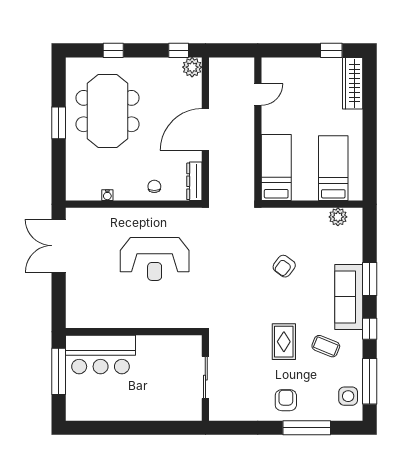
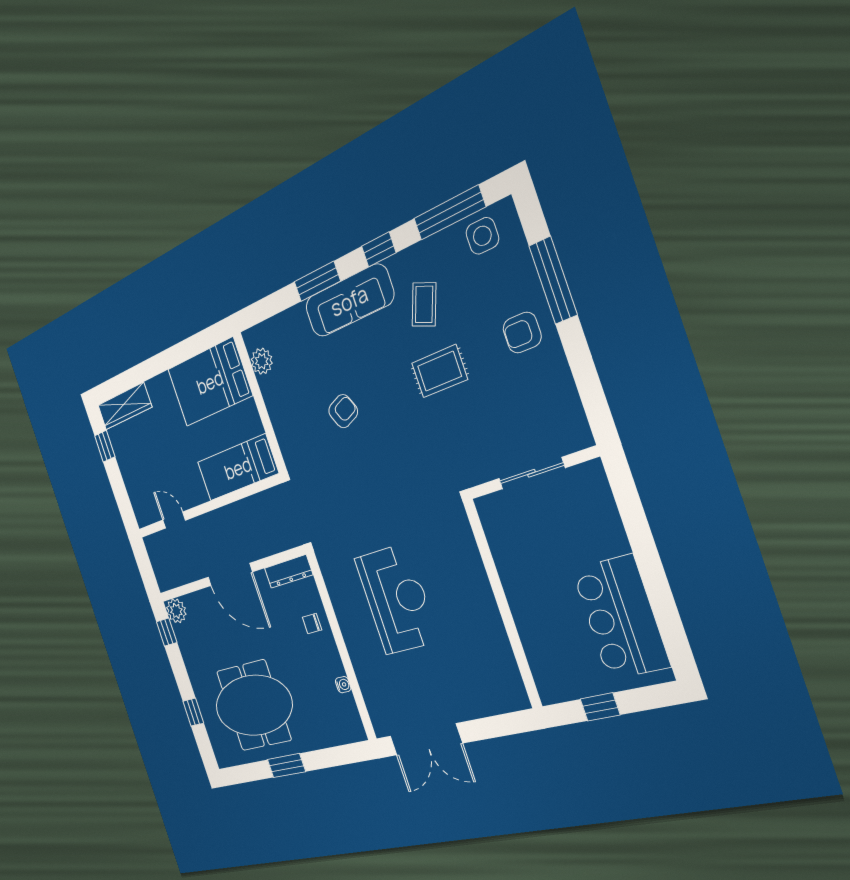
bed: (333, 168) -> (210, 382), width x1.50
armchair: (284, 266) -> (343, 411), turned -61
bar counter: (101, 355) -> (621, 618), moved, turned 180
window: (59, 371) -> (600, 707), width x0.46

